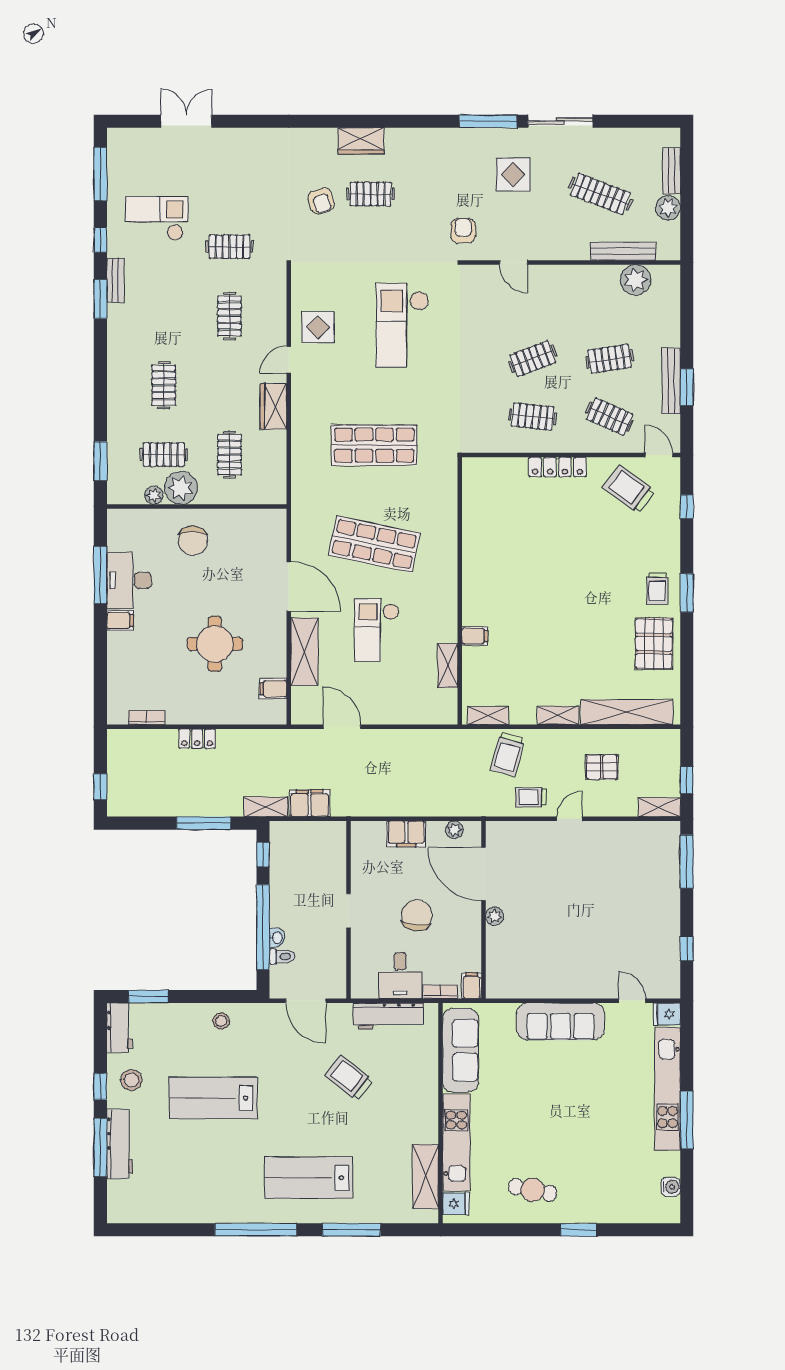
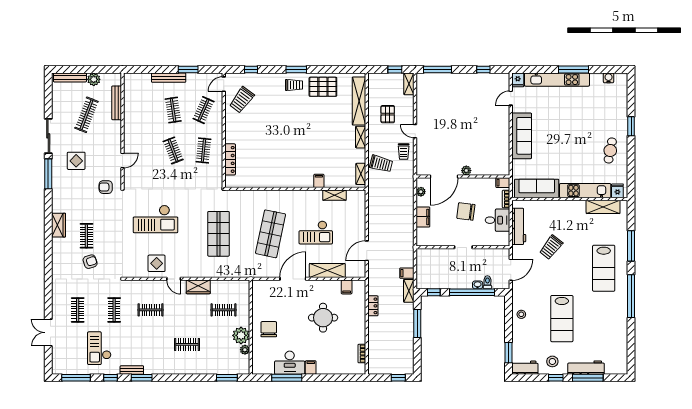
wardrobe: (361, 141) -> (59, 225), moved
bench: (672, 171) -> (70, 77), width x1.36
plant: (636, 280) -> (132, 96), removed
bench: (671, 381) -> (169, 78), moved
clothes rail: (164, 455) -> (78, 310), moved
locker: (557, 467) -> (230, 159), moved
chair: (193, 541) -> (269, 329), turned -90
locker: (197, 739) -> (373, 306), moved
filing cabinet: (310, 803) -> (407, 273), width x0.50

